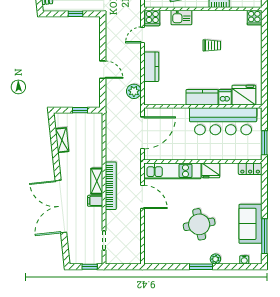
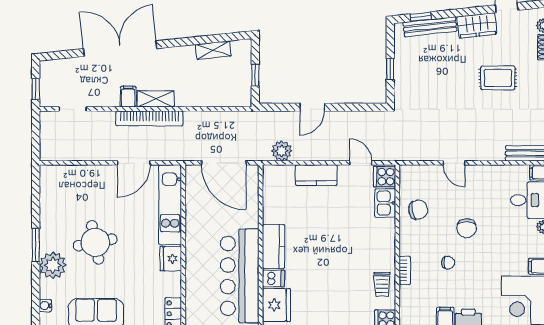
kitchen sink: (181, 18) -> (385, 203), moved
trolley: (212, 45) -> (382, 284), moved
plant: (215, 259) -> (53, 265), width x1.87, depth x1.87

